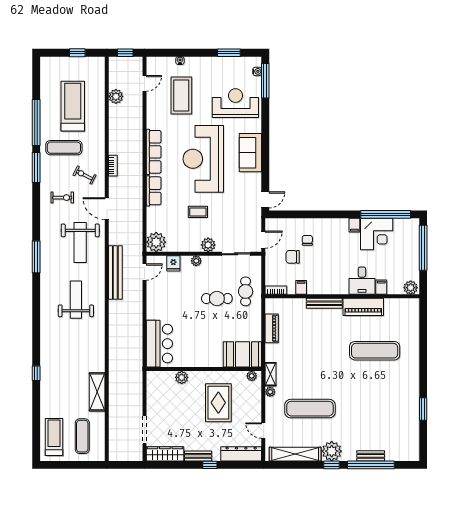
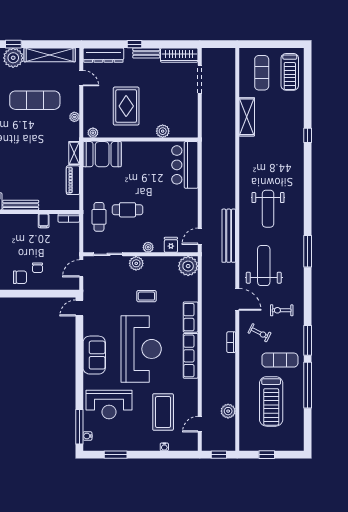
chair: (293, 257) -> (20, 277), moved
shelving: (271, 374) -> (74, 153), moved

